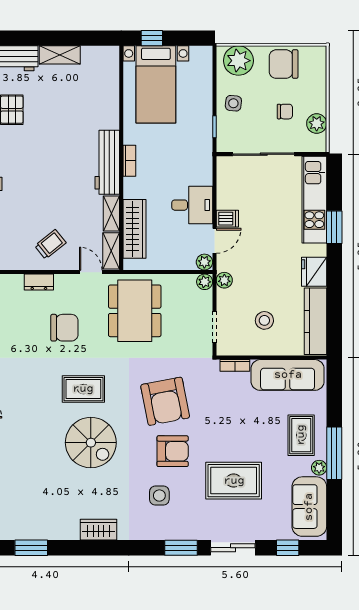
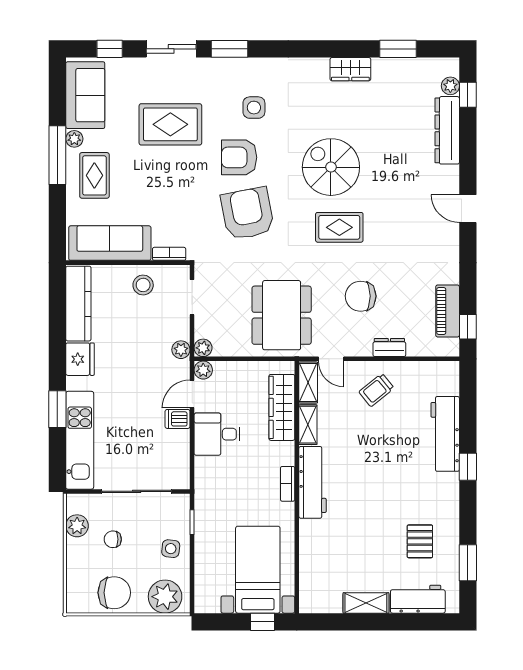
stool: (264, 320) -> (143, 285), moved
wardrobe: (99, 530) -> (350, 69), moved

